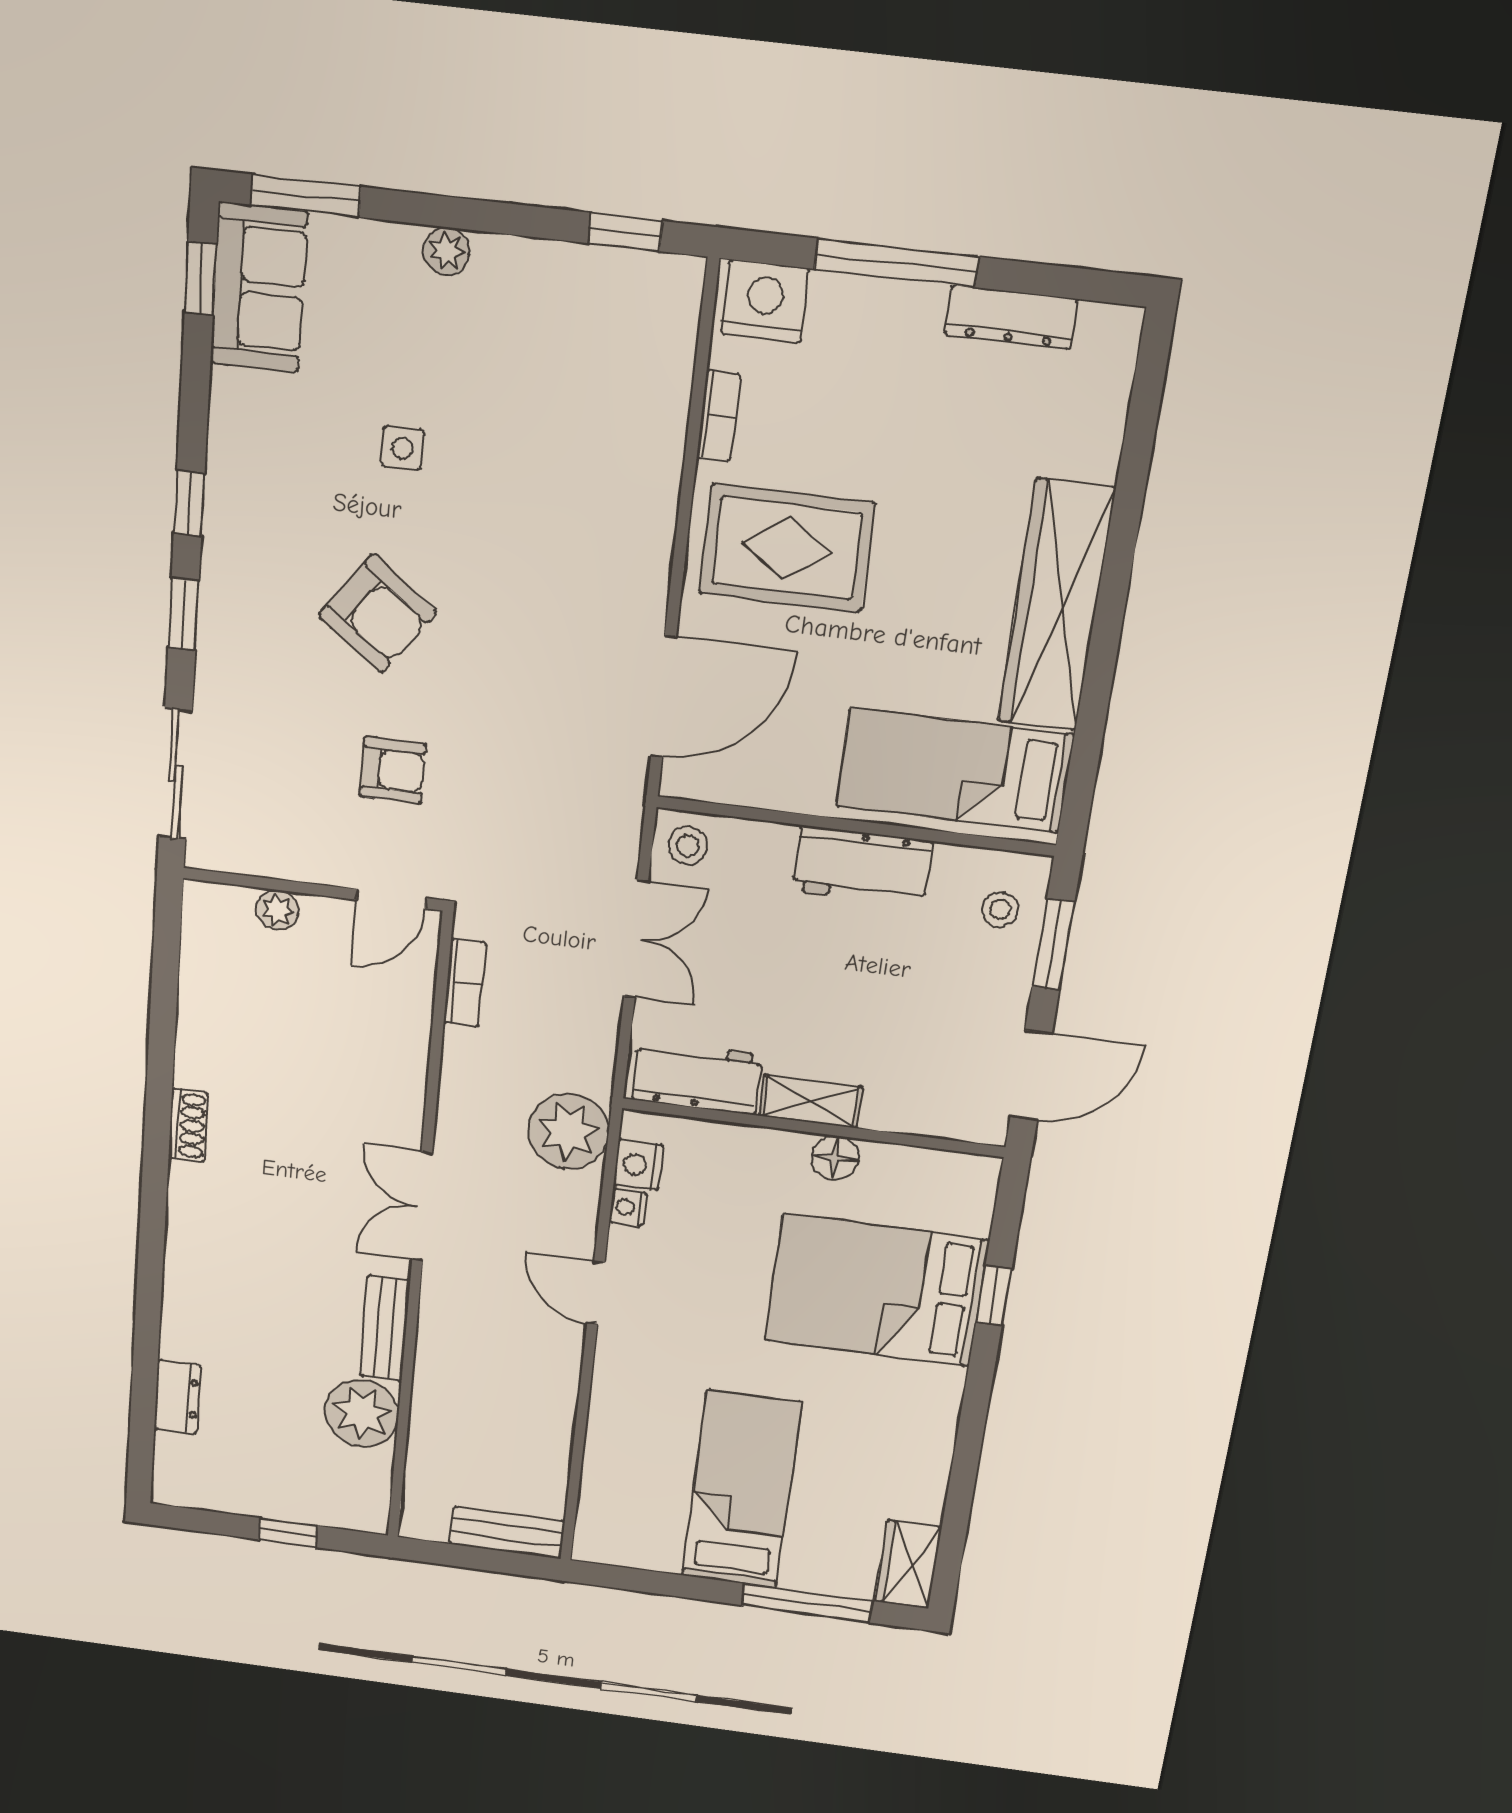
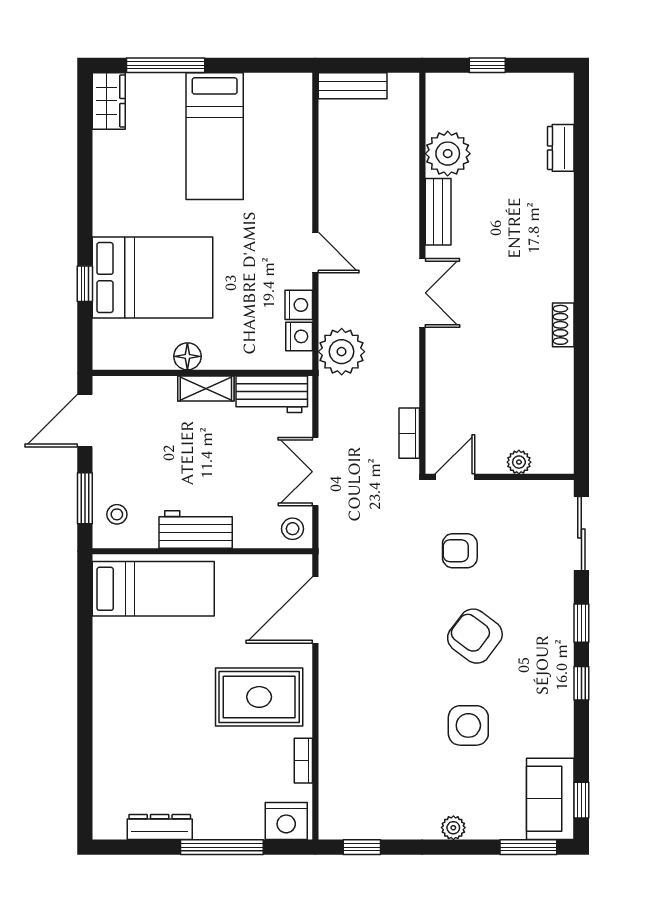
side table: (402, 448) -> (468, 725), width x1.87, depth x1.87
wardrobe: (1056, 606) -> (113, 684), removed
nightstand: (628, 1208) -> (299, 305), width x1.39, depth x1.35

